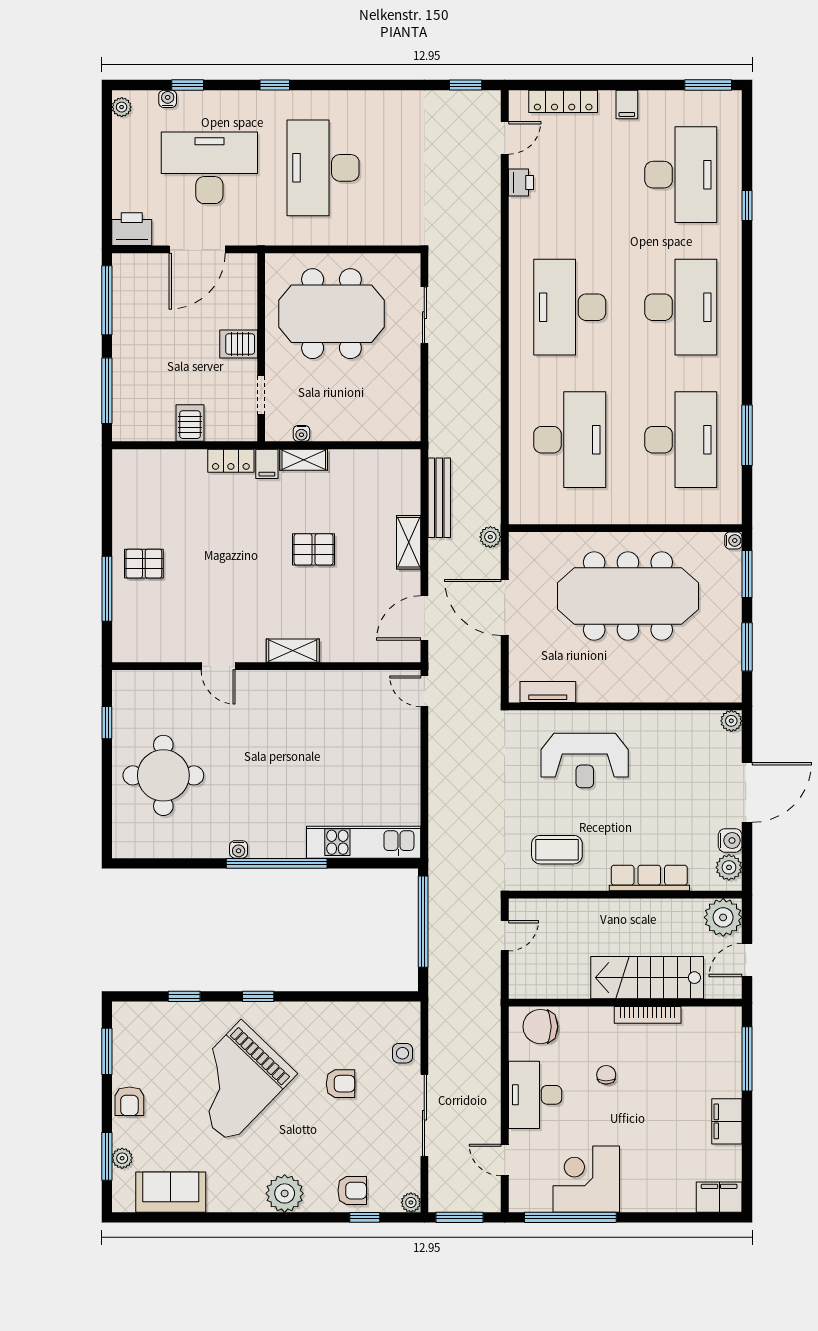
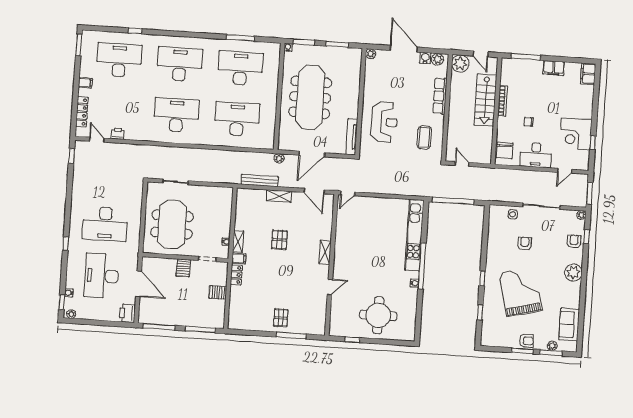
window: (188, 85) -> (62, 302), moved
desk: (570, 307) -> (176, 115), turned 180
tv unit: (548, 692) -> (352, 137), width x1.41
kitchen unit: (364, 842) -> (414, 235), width x1.36
window: (107, 1051) -> (522, 351), moved
grand piano: (235, 1082) -> (521, 292), turned -148
window: (570, 1217) -> (593, 142), width x0.32

